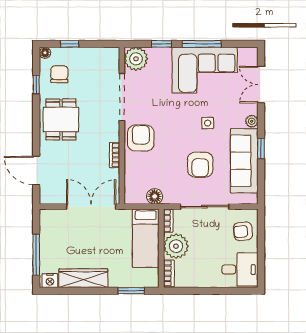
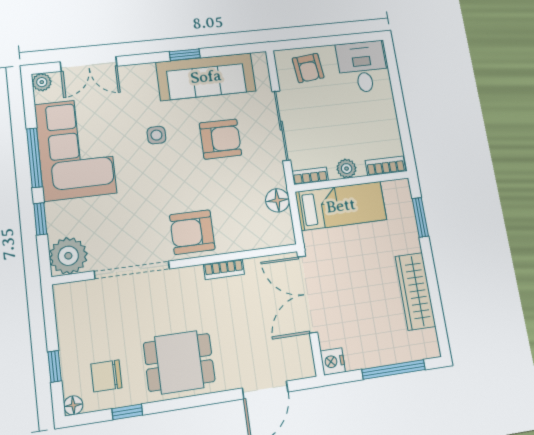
plant: (252, 121) -> (42, 82), moved
plant: (176, 246) -> (347, 169), width x0.53, depth x0.53
nightstand: (50, 280) -> (333, 361), moved, turned 180

